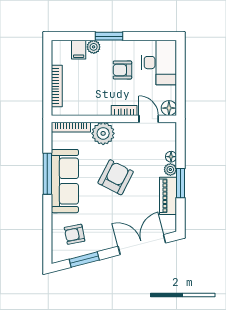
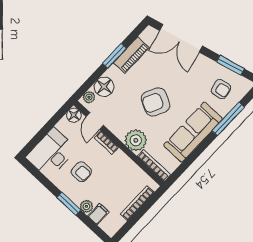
floor lamp: (171, 157) -> (104, 87), width x1.89, depth x1.89
plant: (170, 170) -> (89, 97), moved
window: (47, 174) -> (228, 119), moved

